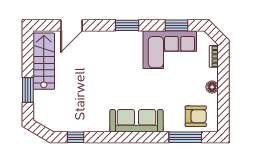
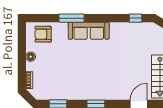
corner sofa: (170, 50) -> (63, 85), removed
window: (185, 137) -> (72, 18), moved

